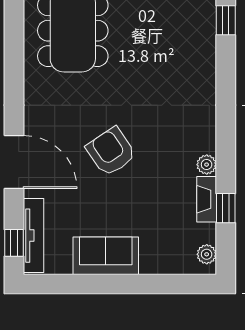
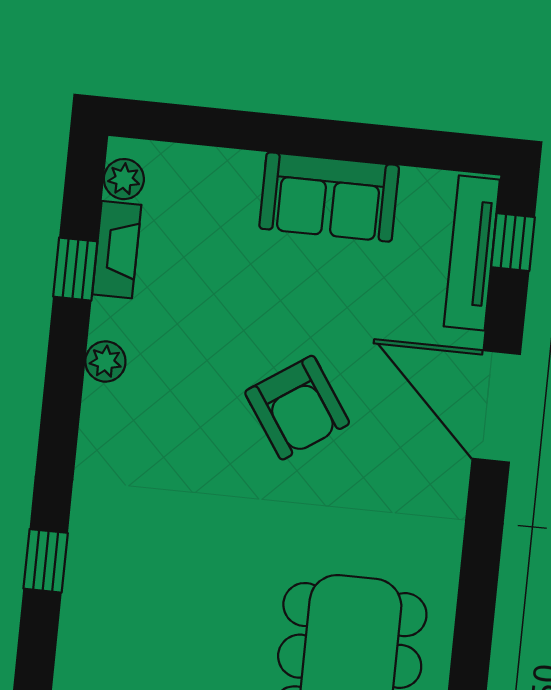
window: (226, 20) -> (46, 561), moved
fireplace: (207, 199) -> (117, 250), moved

